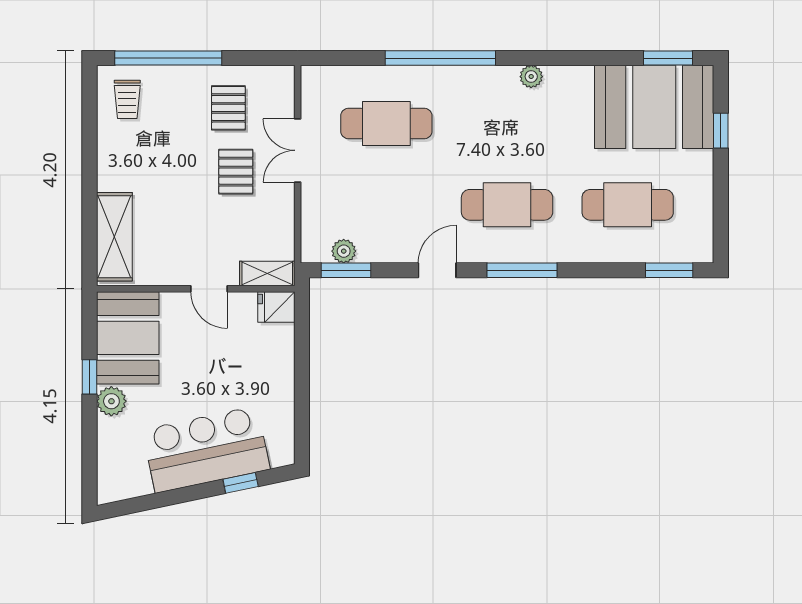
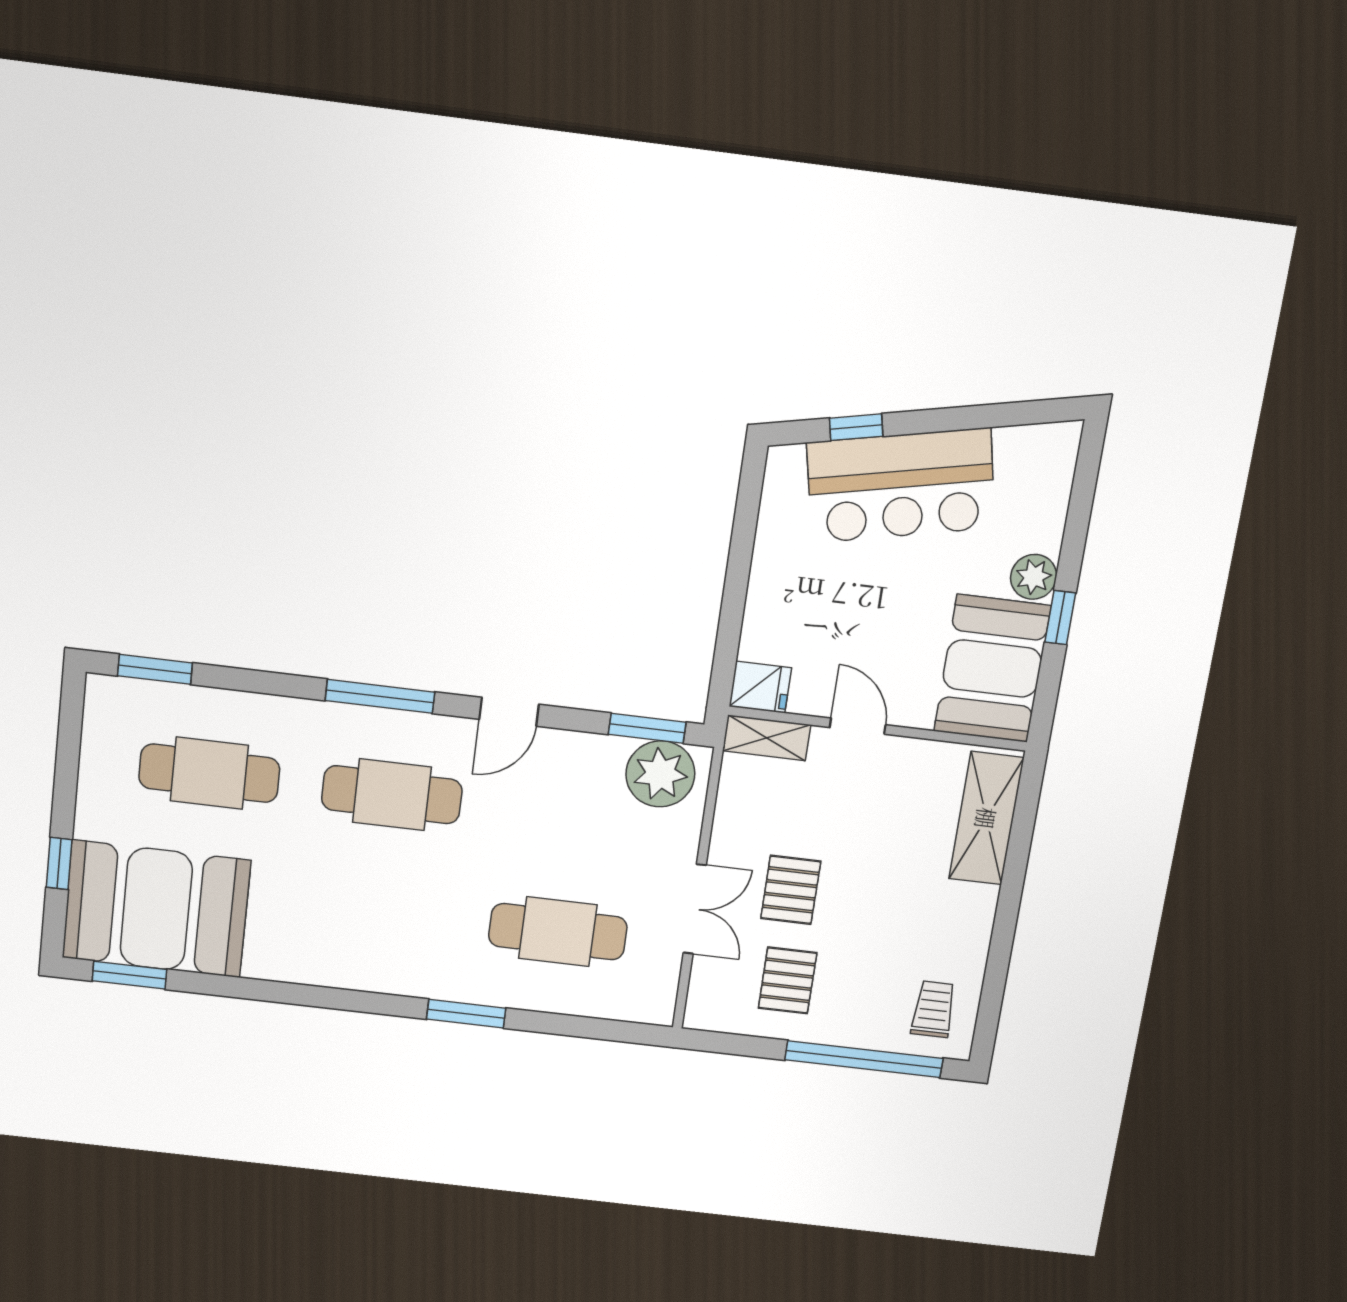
window: (440, 58) -> (466, 1014), width x0.47
plant: (531, 77) -> (335, 973), removed
plant: (344, 251) -> (660, 774), width x1.88, depth x1.88

